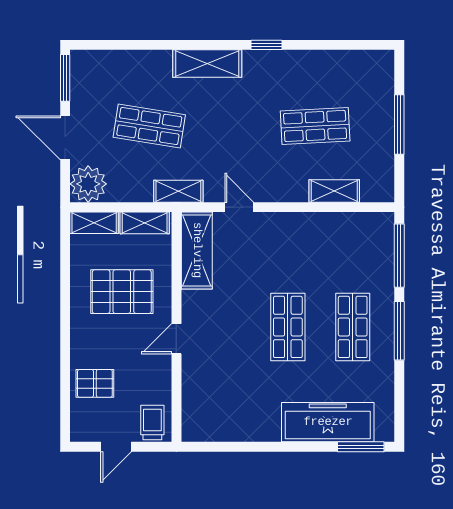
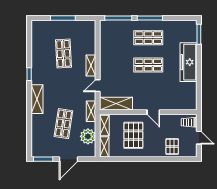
plant: (88, 184) -> (88, 136), moved
shelving: (334, 191) -> (91, 66), moved
freezer: (328, 422) -> (189, 62), moved

